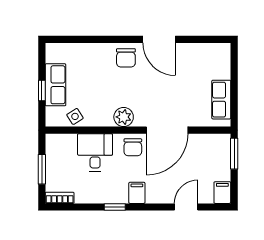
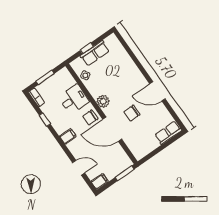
door: (159, 39) -> (157, 91), hinge flipped
chair: (126, 58) -> (132, 113), moved
row of seats: (221, 100) -> (168, 133), moved
window: (115, 207) -> (45, 120), moved

